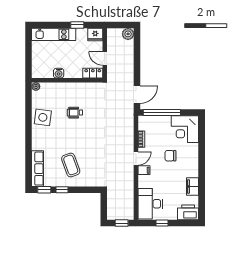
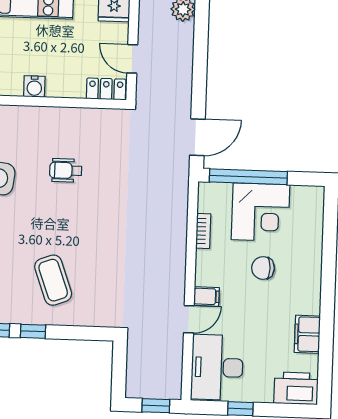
corner desk: (185, 129) -> (260, 212), moved, turned -90
door: (136, 158) -> (189, 319), moved

